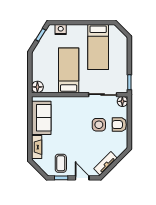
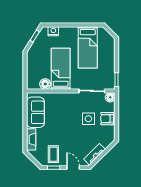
floor lamp: (37, 87) -> (45, 84), moved

